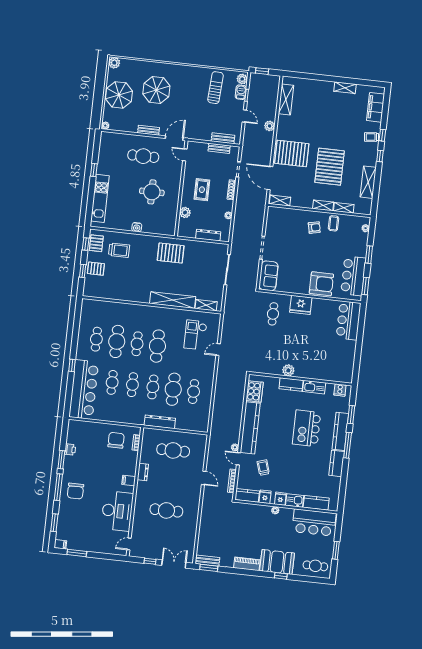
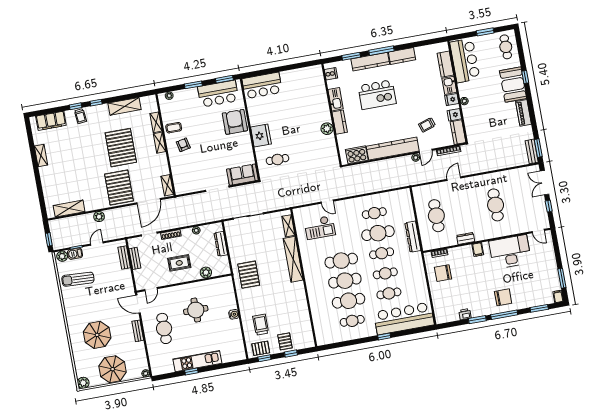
pallet: (330, 167) -> (121, 148), turned 90
kitchen unit: (100, 198) -> (197, 361), moved
cafe table: (137, 344) -> (345, 281), width x1.37, depth x1.35

